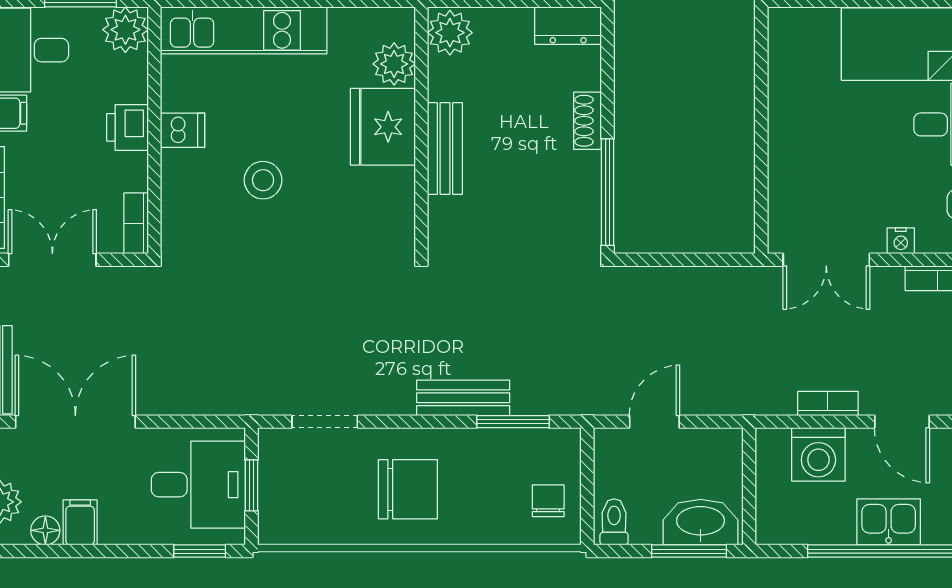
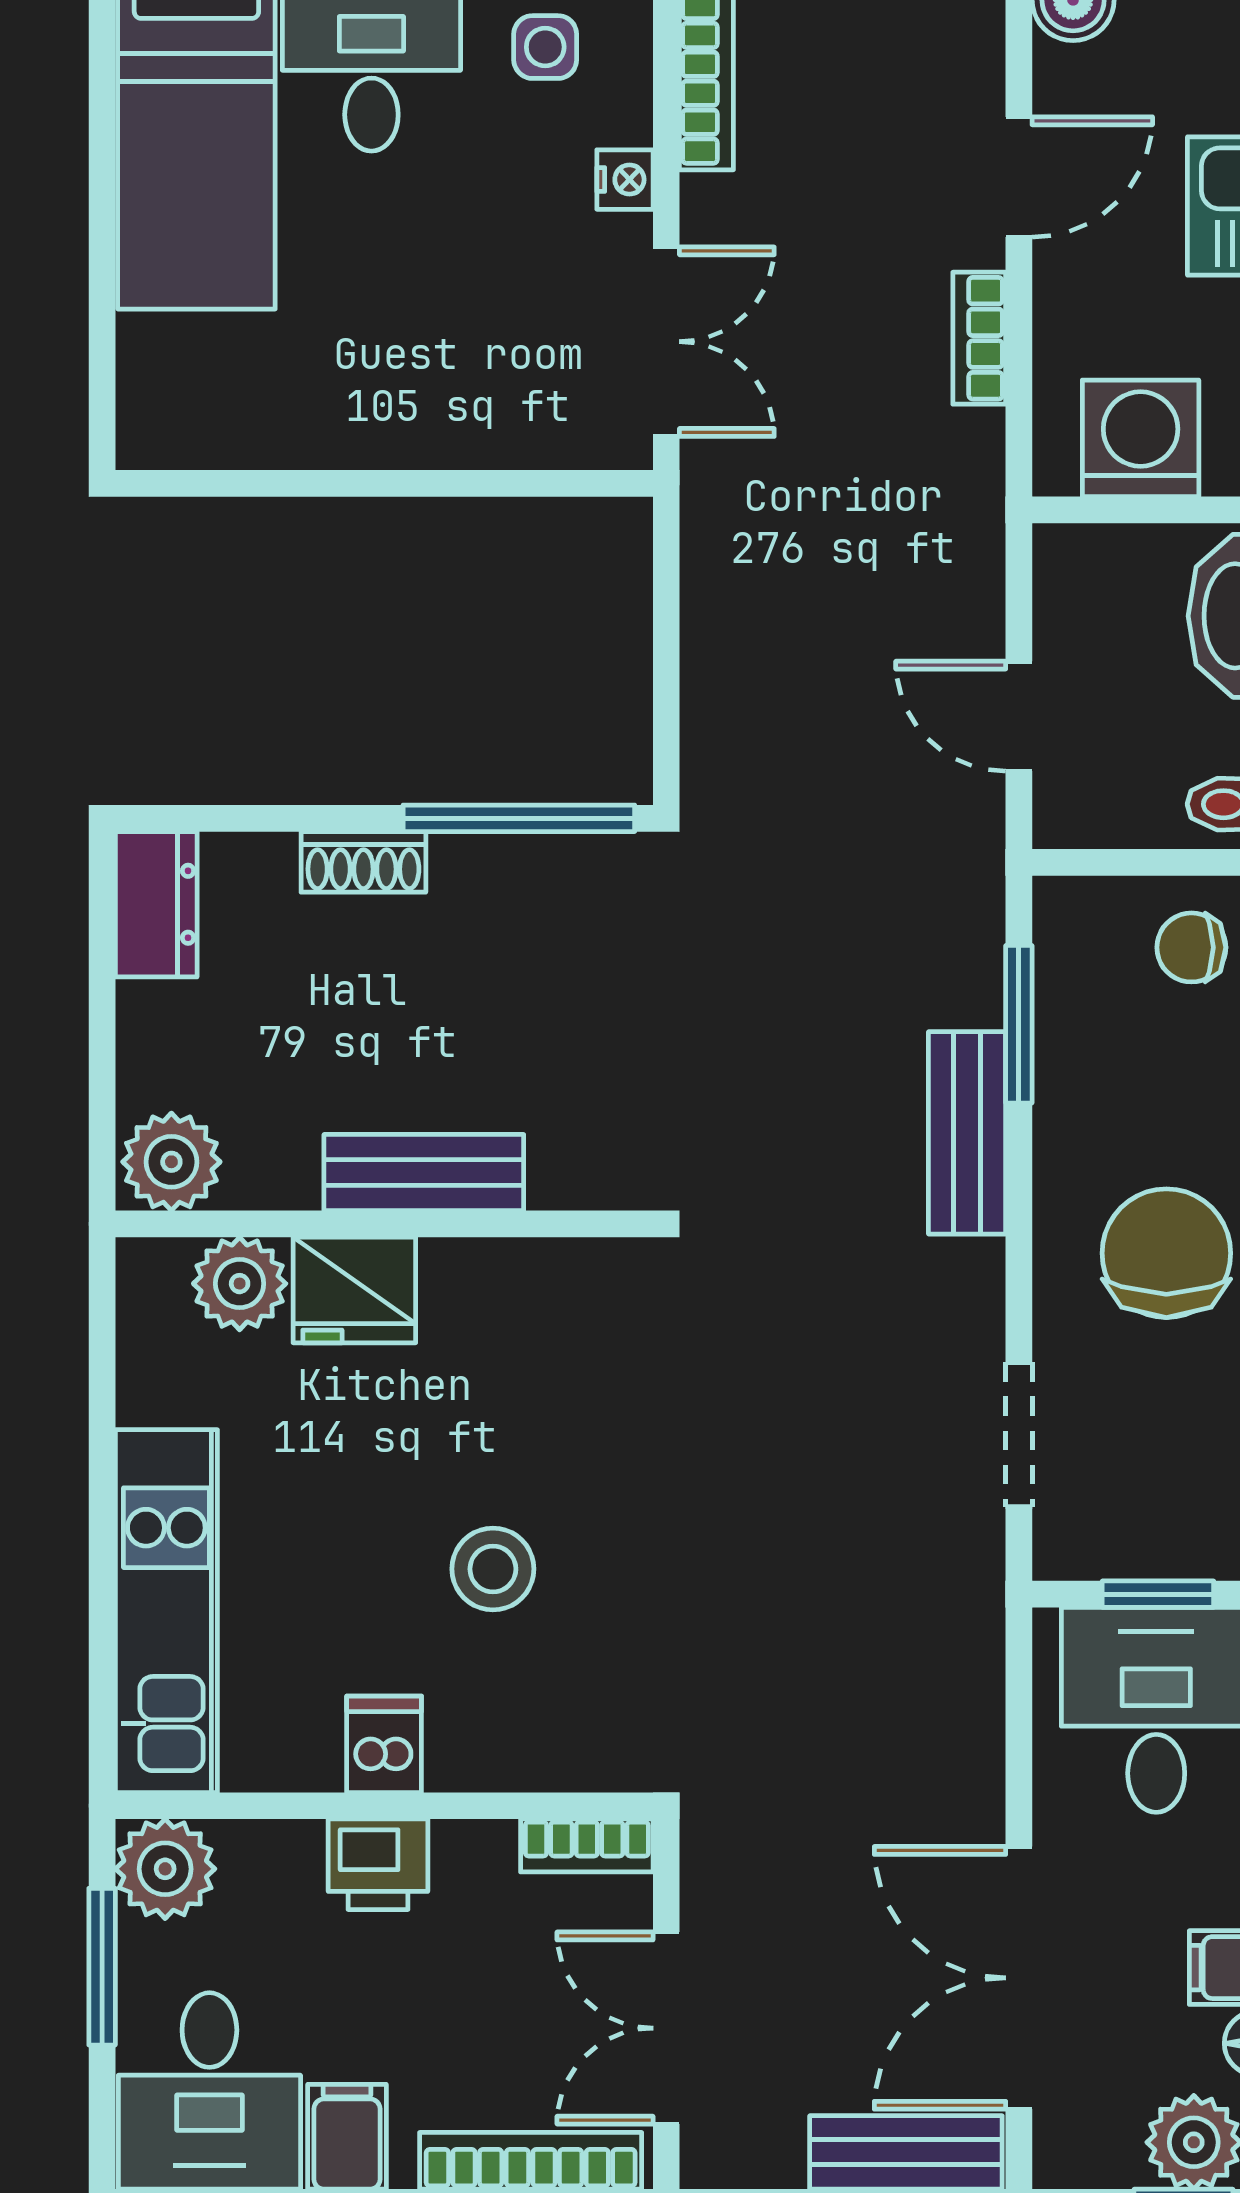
fridge: (383, 127) -> (354, 1290), width x0.73, depth x0.75
washing machine: (818, 454) -> (1141, 438), moved, turned -90

